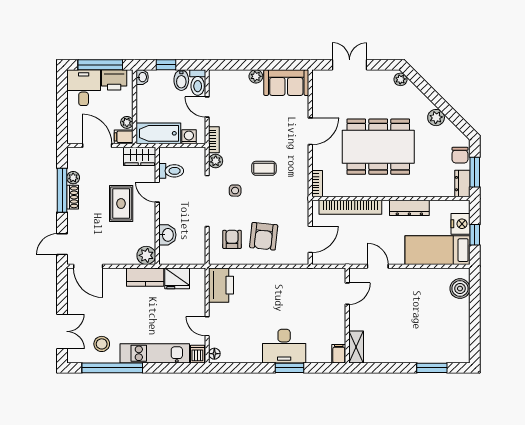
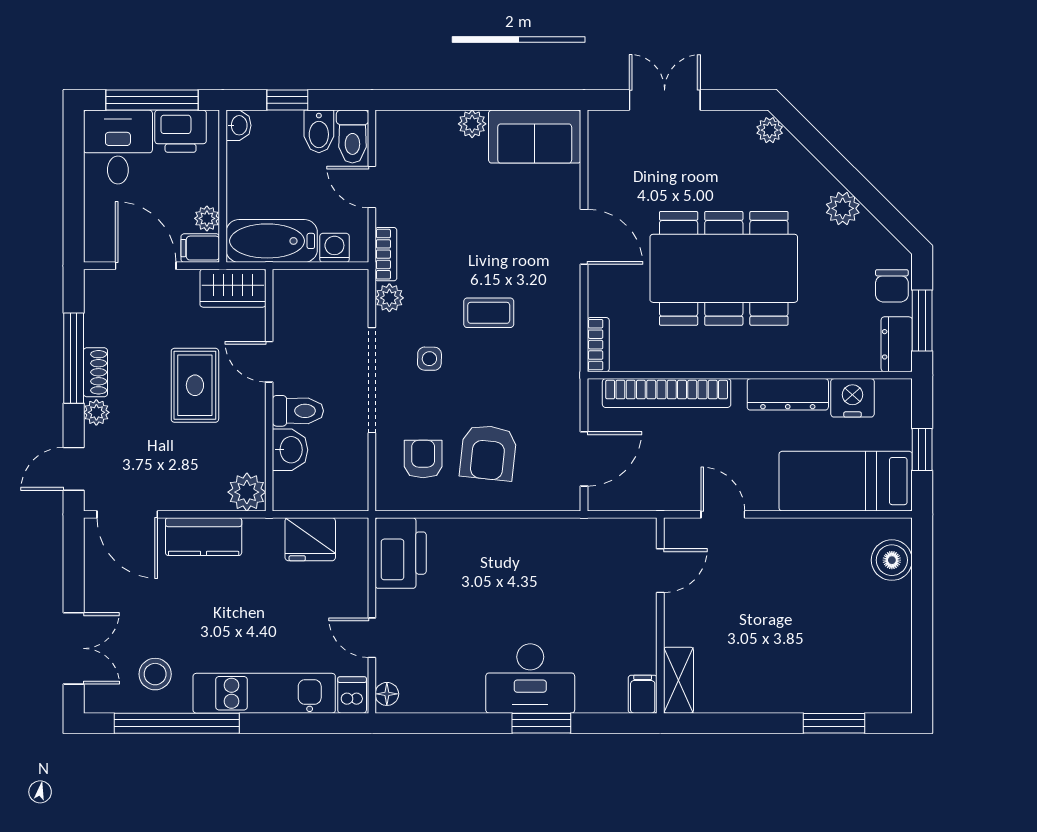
door: (310, 131) -> (584, 237), hinge flipped
toilet: (171, 171) -> (298, 411), moved
plant: (73, 178) -> (96, 412), moved
nightstand: (460, 224) -> (852, 398), moved, turned -90
kitchen counter: (145, 277) -> (204, 537), moved

